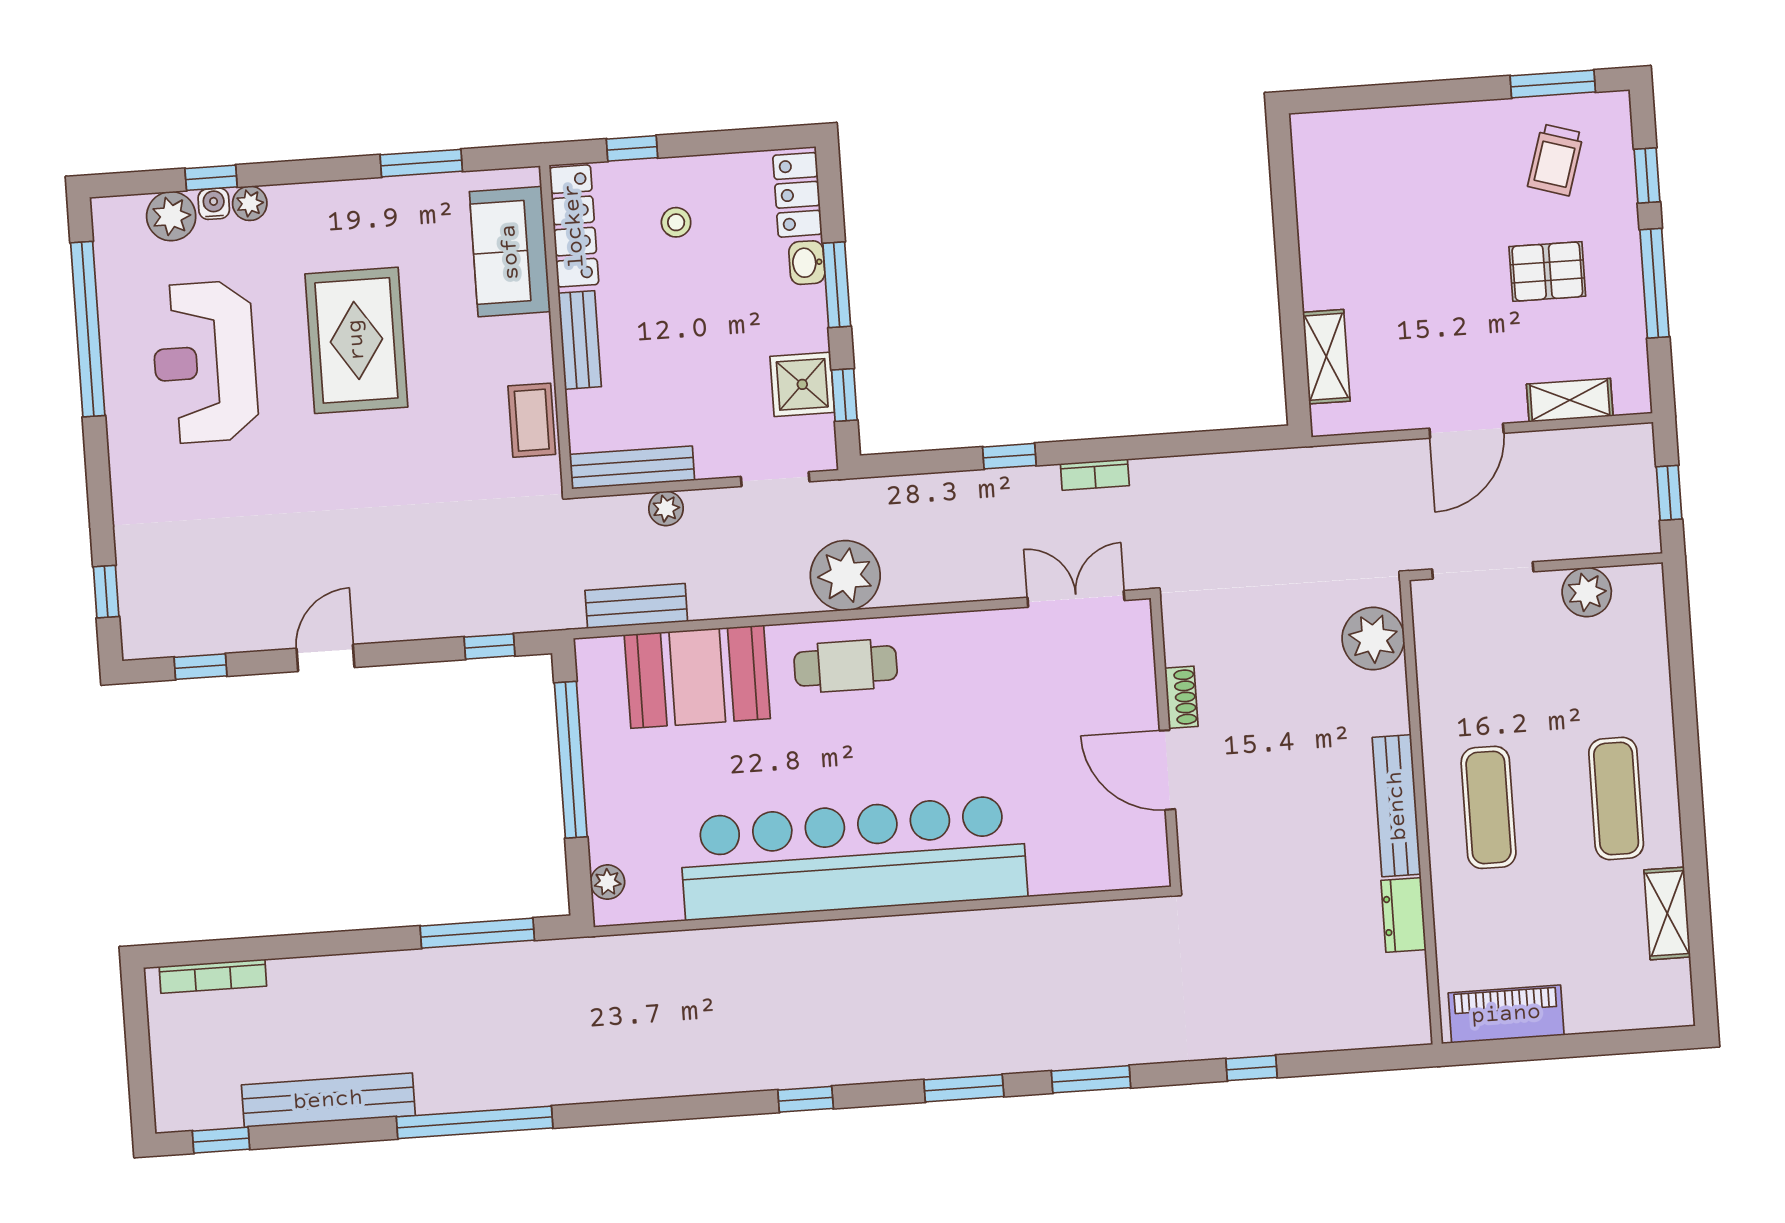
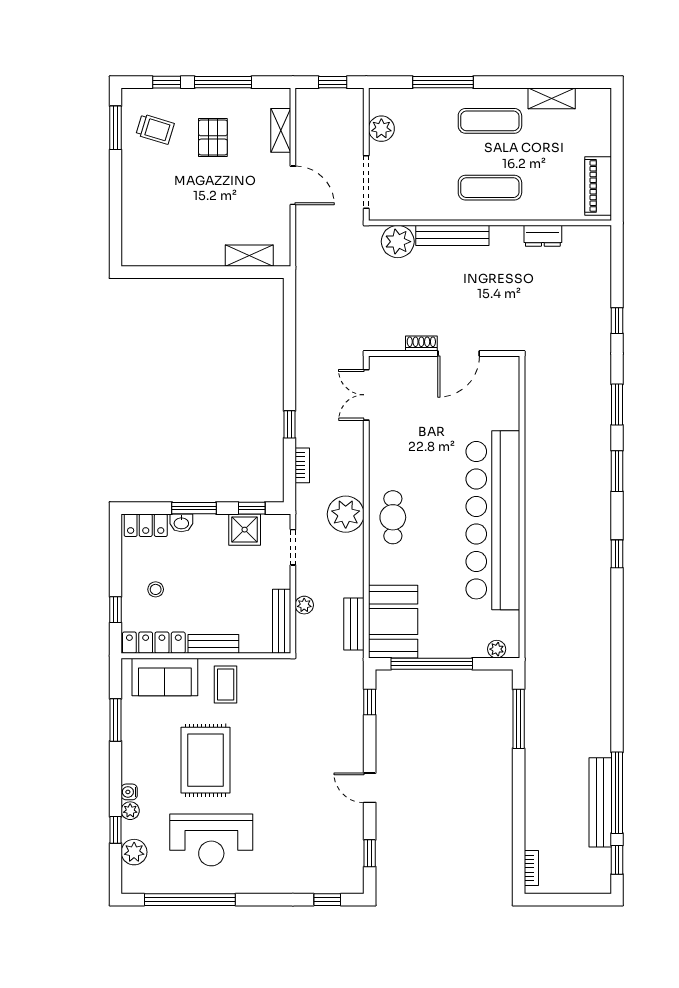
water cooler: (214, 204) -> (129, 792), moved
rug: (356, 340) -> (205, 760), turned 90
coffee table: (532, 420) -> (226, 685), moved, turned 90
bookcase: (1095, 475) -> (302, 465), moved
booth: (697, 677) -> (393, 622), moved
window: (1684, 704) -> (443, 82), added
bench: (1397, 806) -> (452, 235), moved
bookcase: (213, 976) -> (531, 868), width x0.64
window: (475, 1122) -> (617, 793), moved

